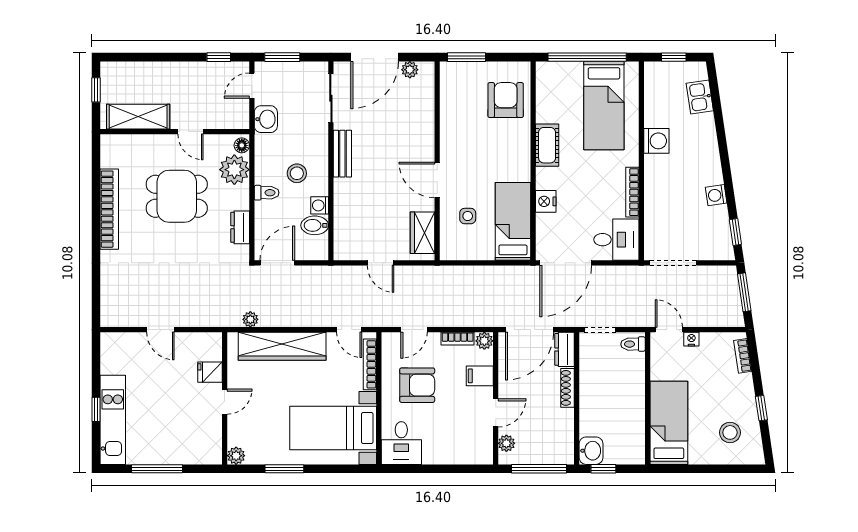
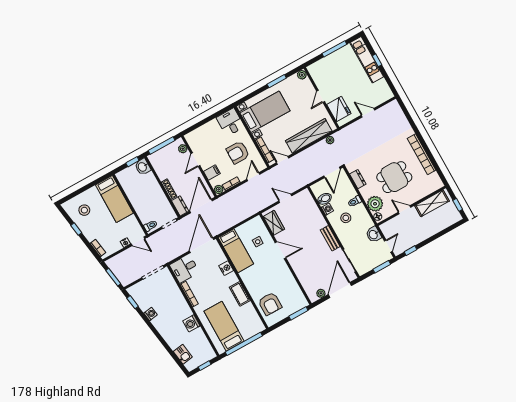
fridge: (210, 372) -> (339, 109), width x1.88, depth x1.34

